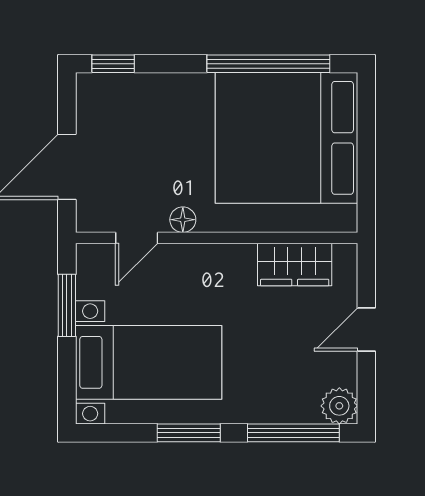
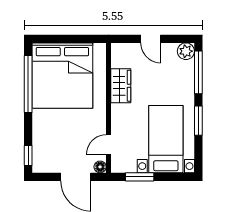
floor lamp: (183, 220) -> (100, 167), moved
door: (137, 238) -> (108, 145), swing flipped
wardrobe: (295, 265) -> (121, 86), moved

